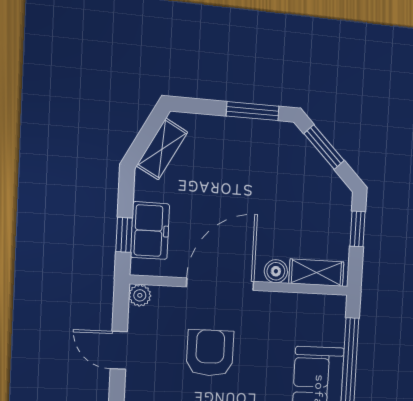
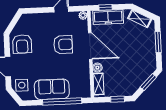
window: (253, 111) -> (158, 42), moved
freezer: (150, 231) -> (108, 17), width x1.40

